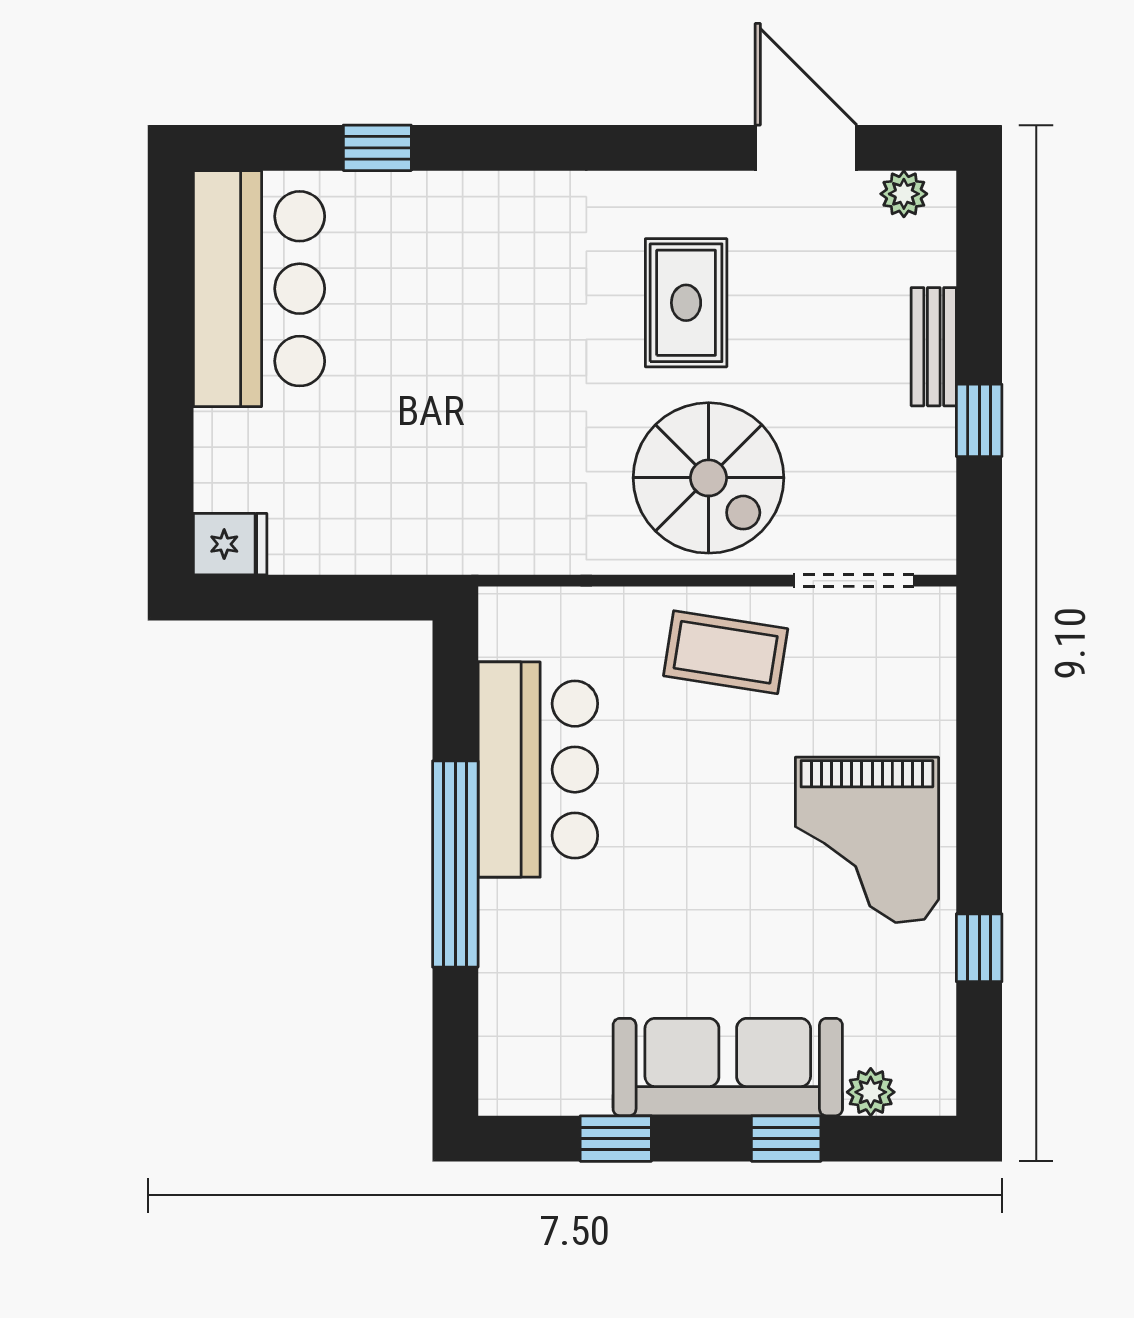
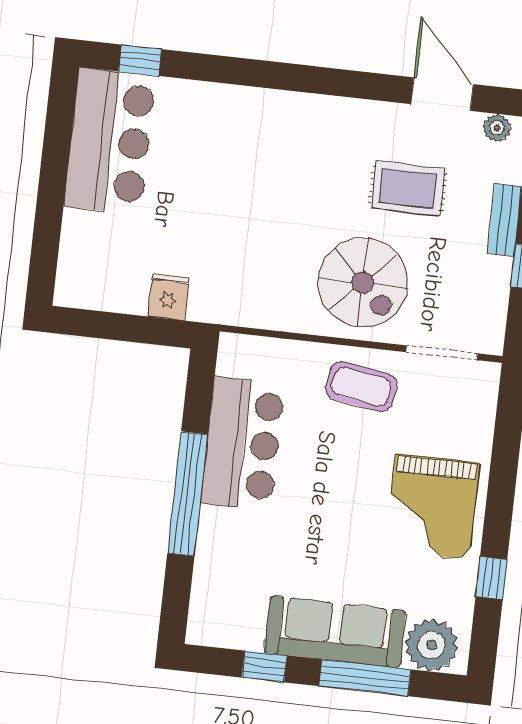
window: (377, 148) -> (140, 60), moved
rug: (686, 303) -> (408, 188), moved, turned 90
fridge: (230, 544) -> (168, 297), moved, turned -90
plant: (871, 1092) -> (432, 645), width x1.87, depth x1.87
window: (786, 1139) -> (365, 678), width x2.17

